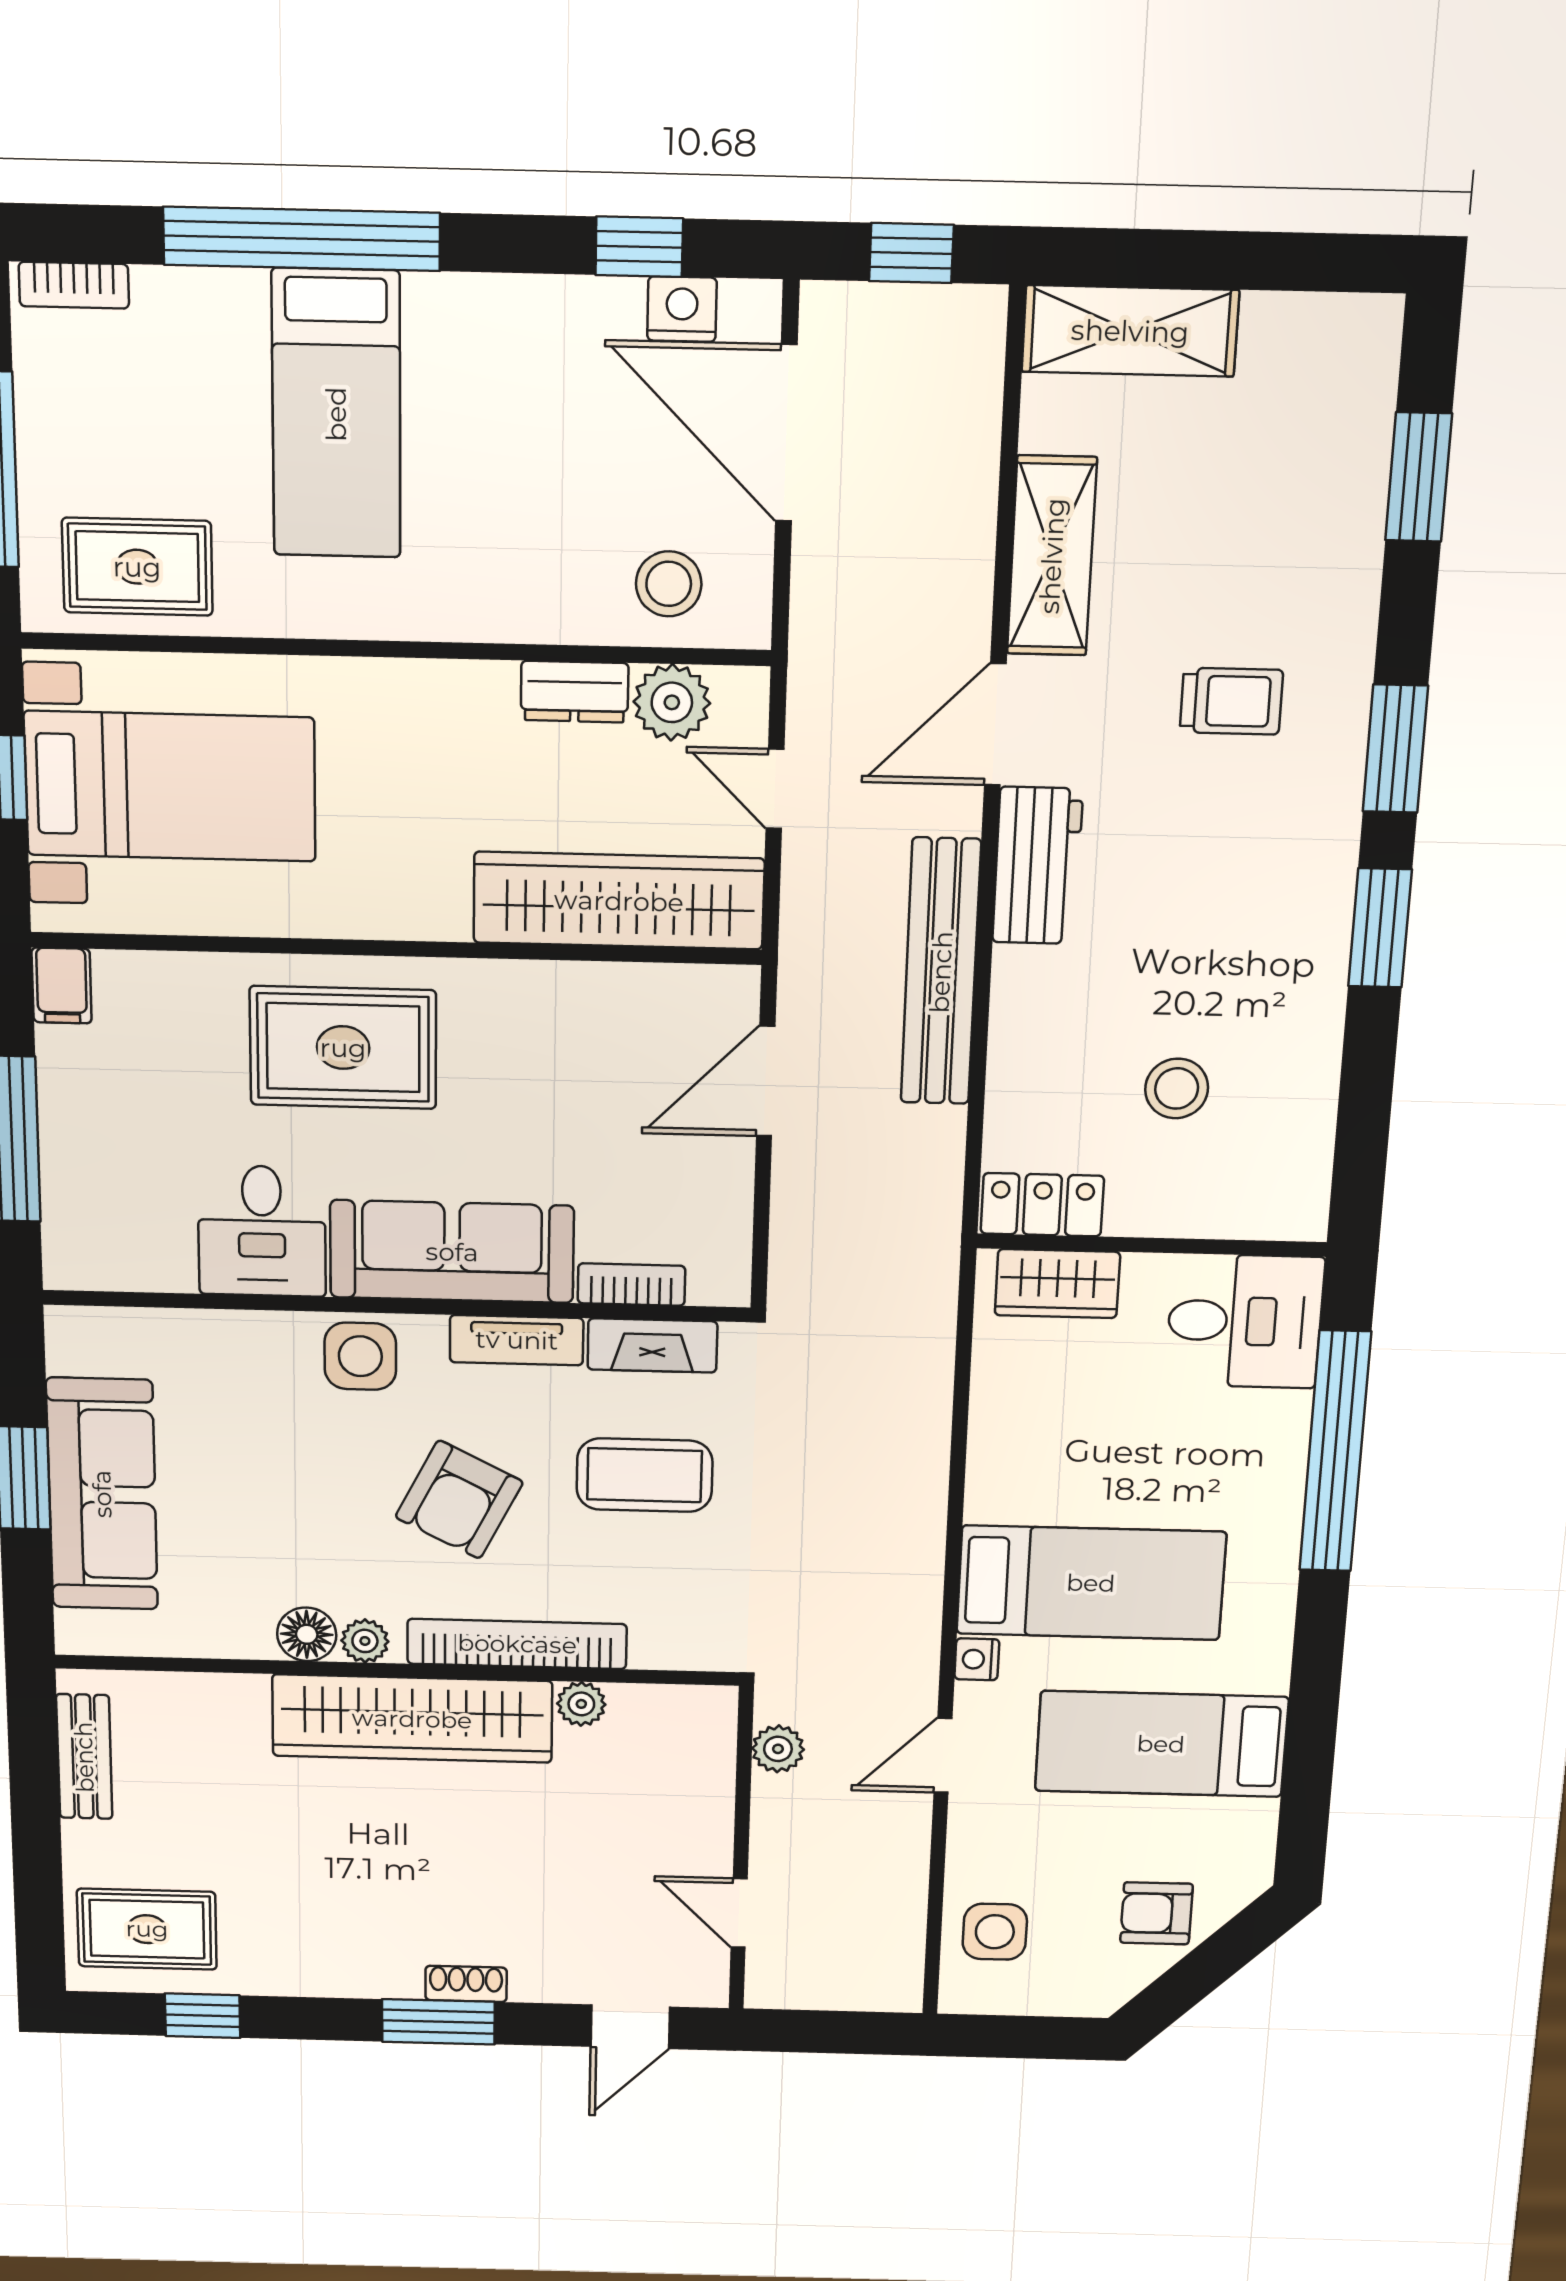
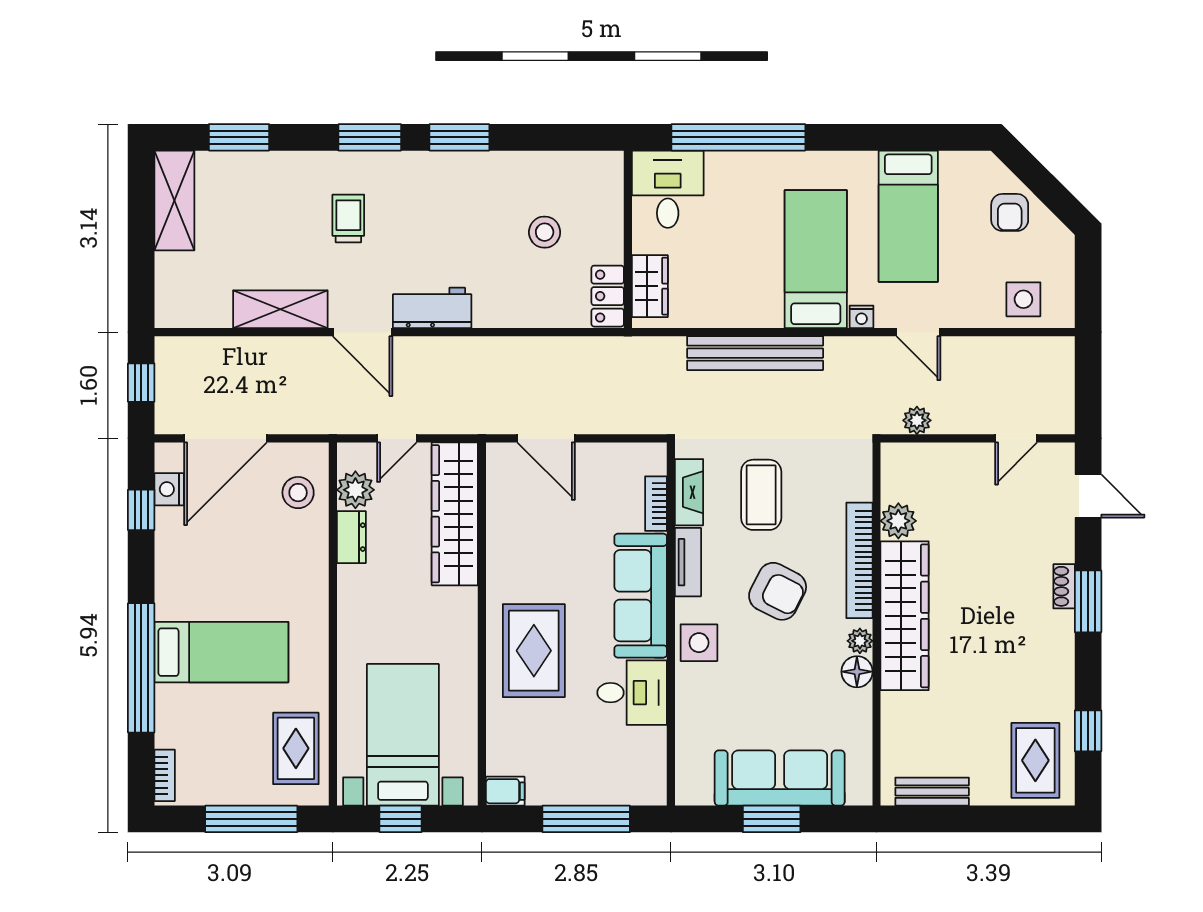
shelving: (1130, 331) -> (174, 200), moved
bench: (941, 972) -> (755, 353), moved
plant: (581, 1704) -> (898, 521), width x1.38, depth x1.38

